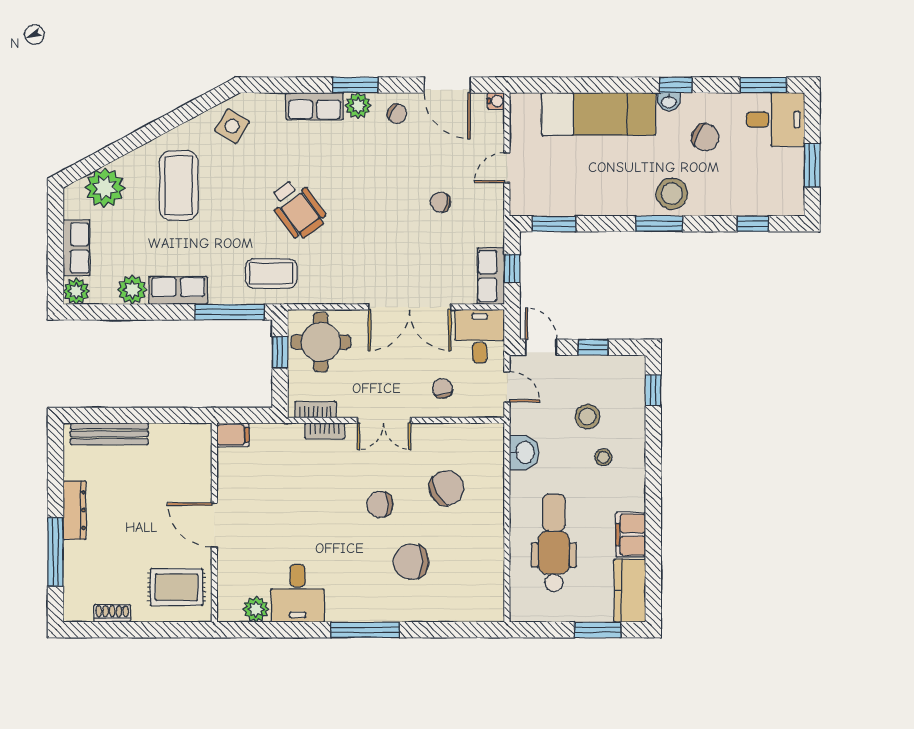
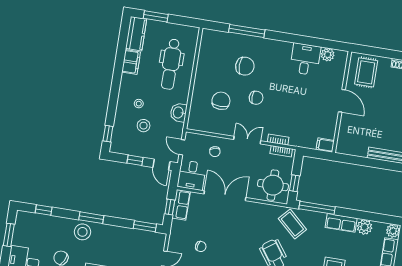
coffee table: (271, 273) -> (292, 224), turned 42
chair: (446, 488) -> (221, 101), turned 119
rug: (177, 587) -> (366, 72), turned 90
window: (365, 630) -> (247, 31), moved

